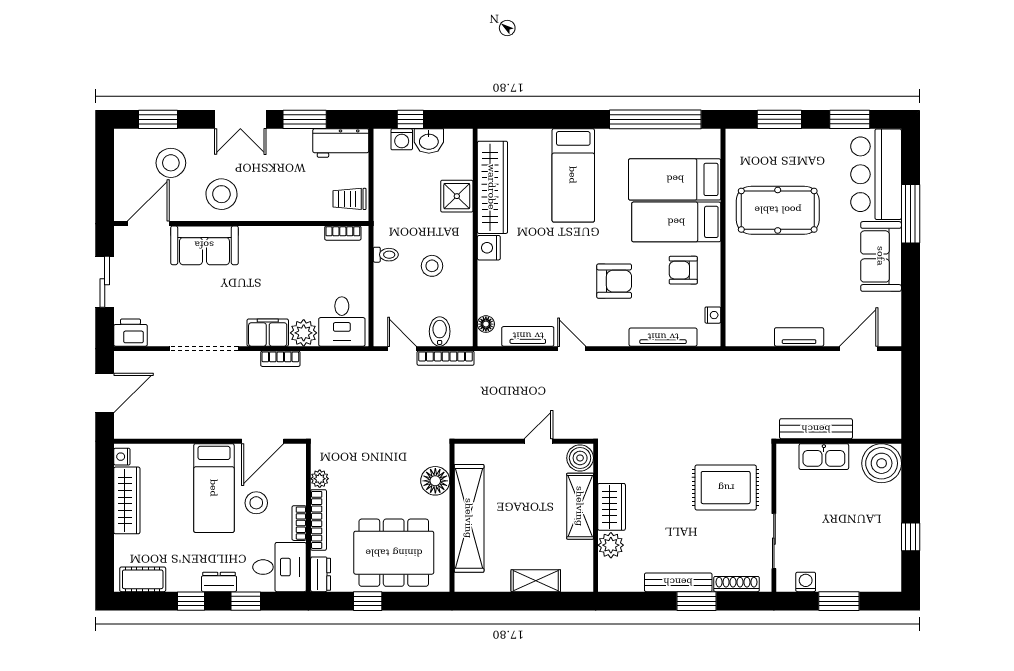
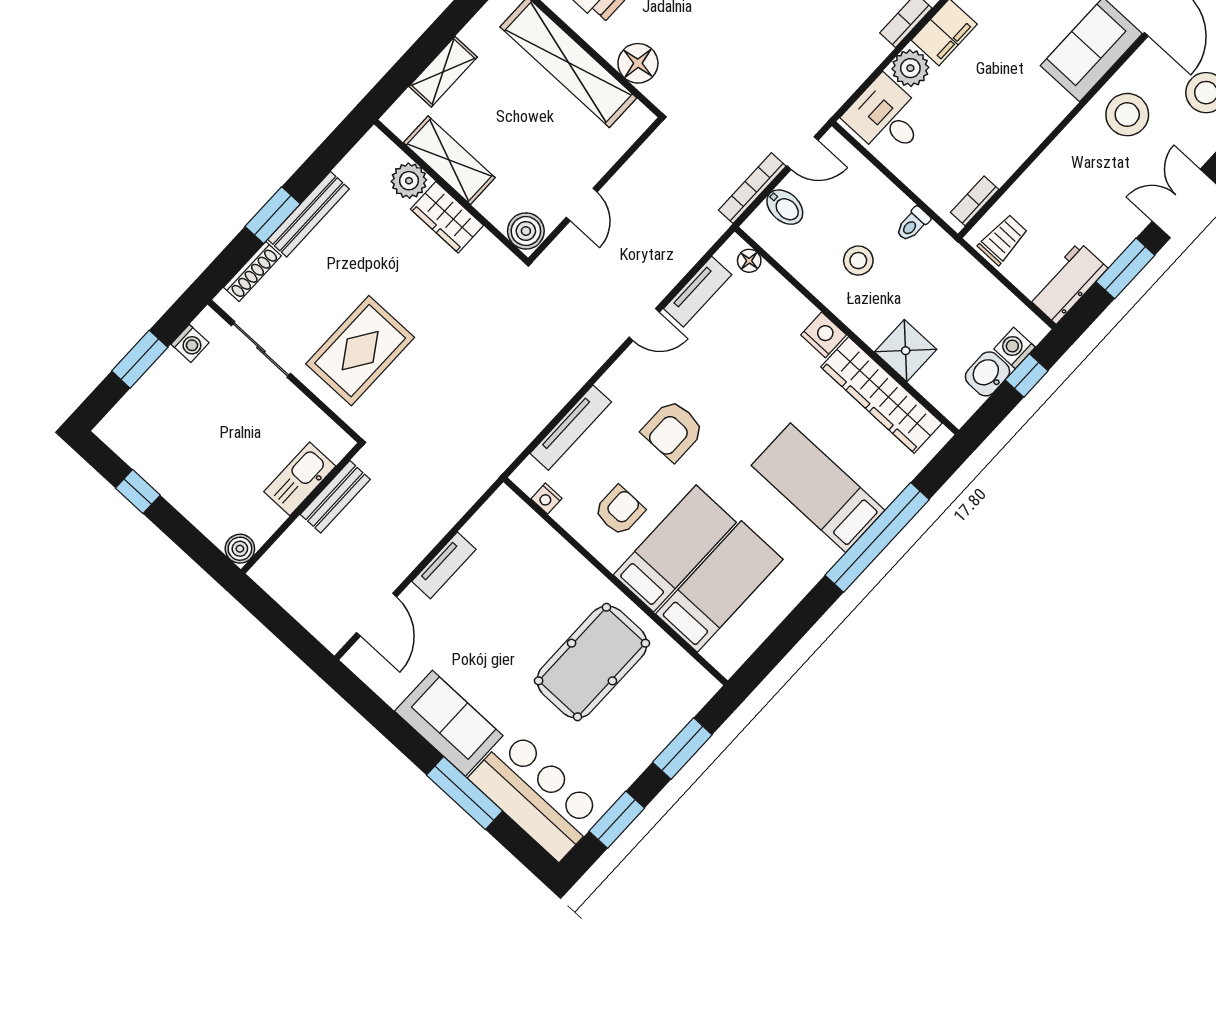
window: (655, 119) -> (877, 537), moved
bench: (816, 429) -> (335, 497), width x0.73
boiler: (882, 463) -> (240, 549), width x0.54, depth x0.54
shelving: (580, 506) -> (449, 160), moved

